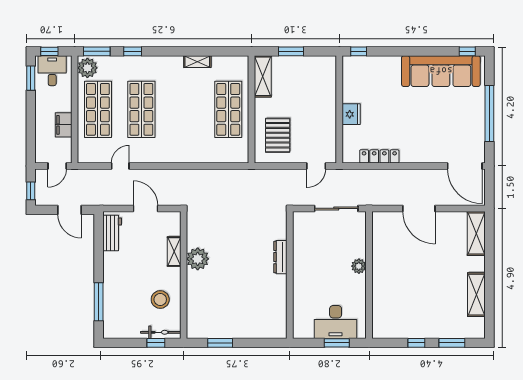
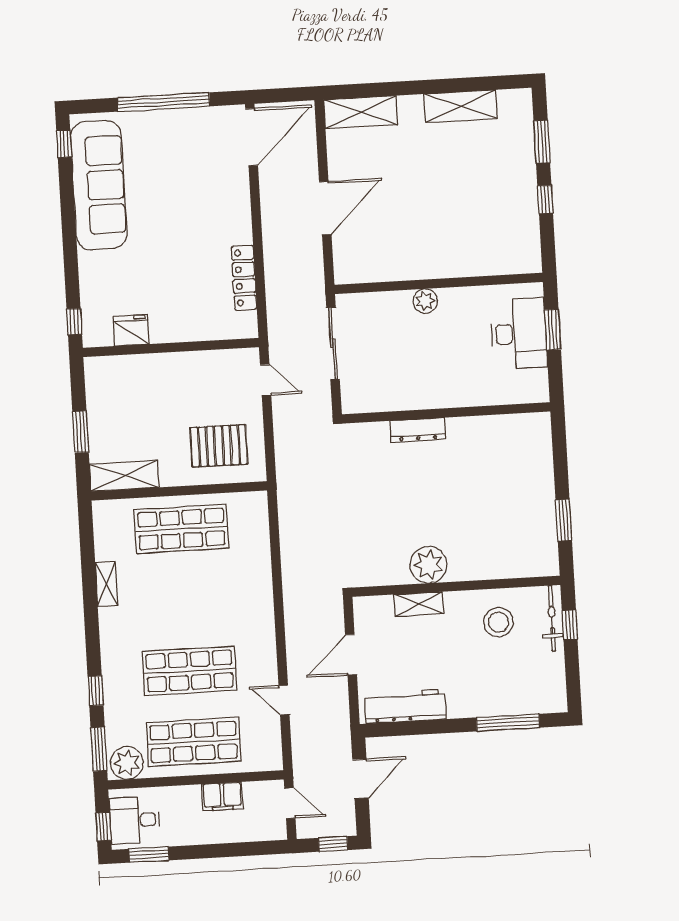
fridge: (351, 114) -> (131, 330), moved
workbench: (112, 233) -> (405, 706), width x1.38

